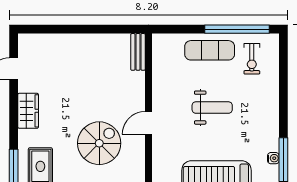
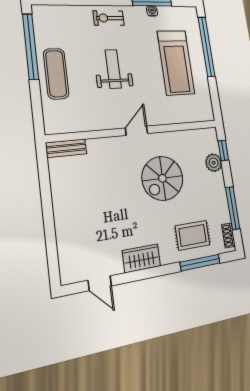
exercise bike: (252, 59) -> (109, 18), moved, turned 180
door: (148, 123) -> (137, 131), swing flipped
spiral stairs: (99, 143) -> (162, 178), turned -90

